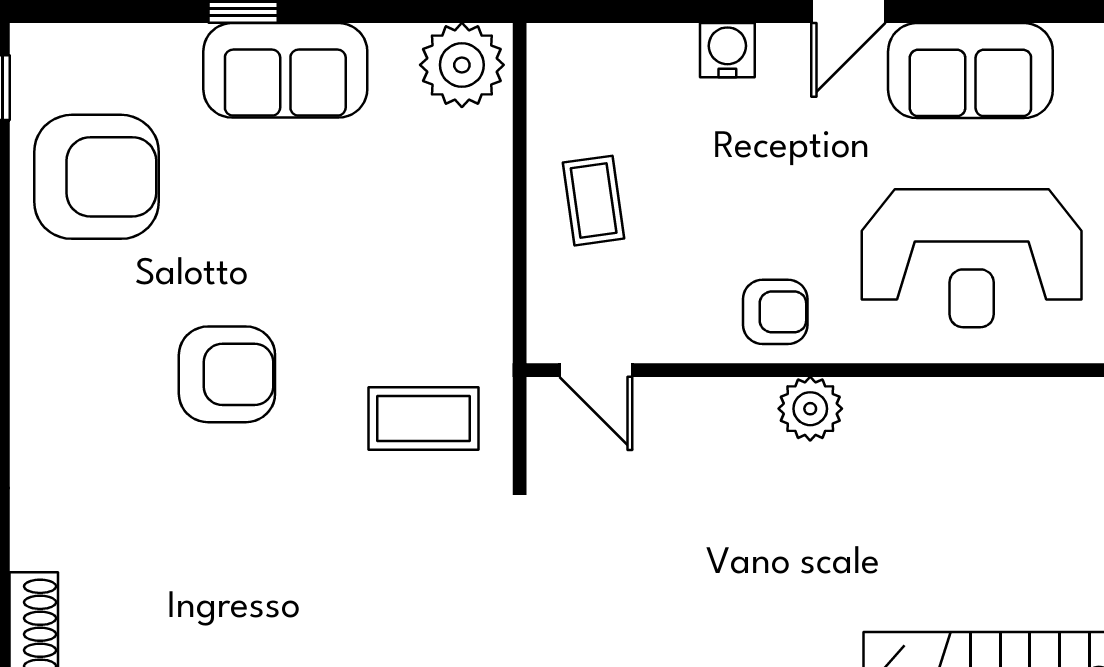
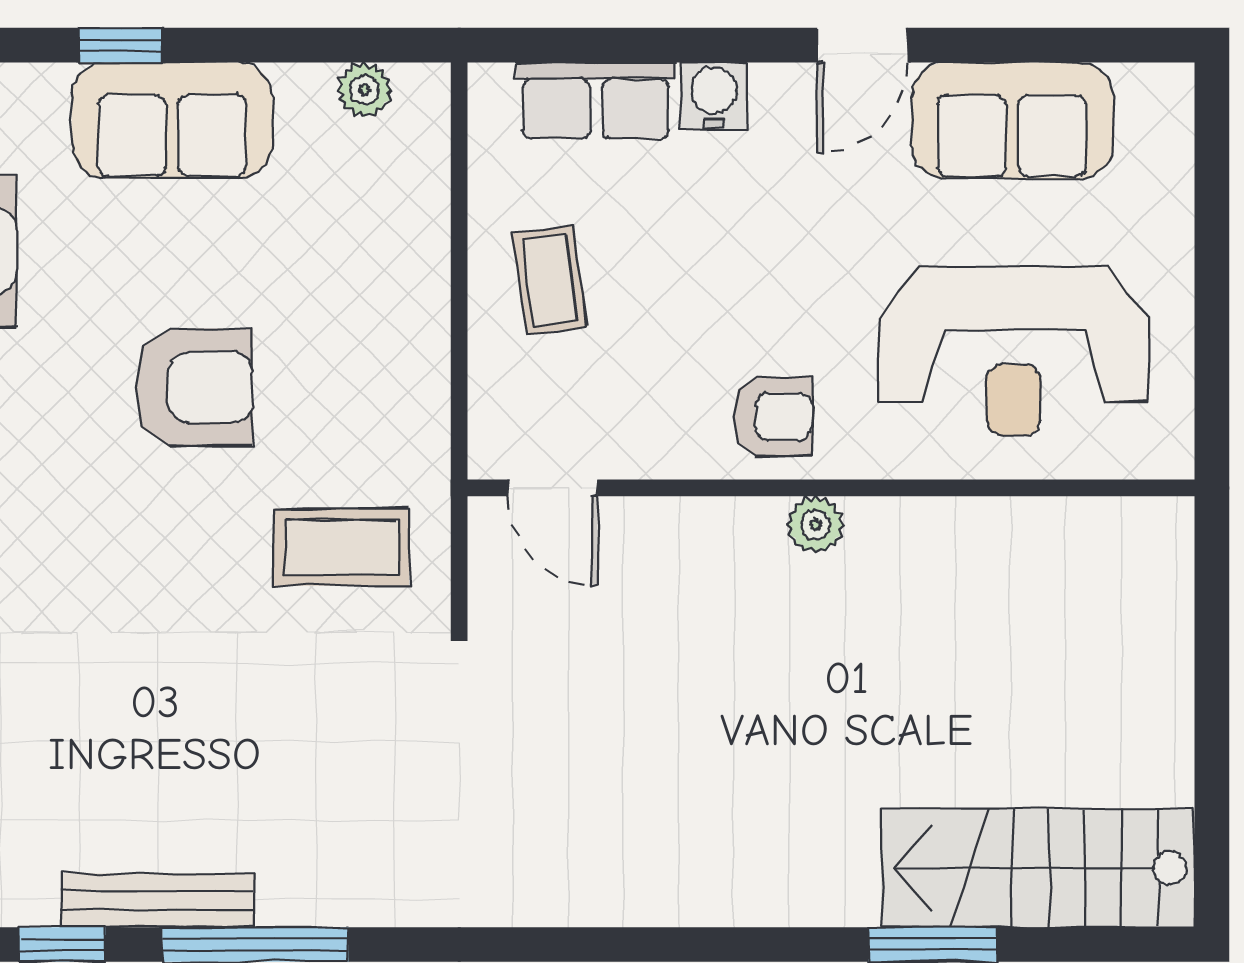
row of seats: (631, 54) -> (596, 100), added
plant: (462, 65) -> (364, 90), width x0.53, depth x0.53
armchair: (227, 374) -> (194, 387), moved
plant: (810, 409) -> (816, 525), width x0.73, depth x0.73

